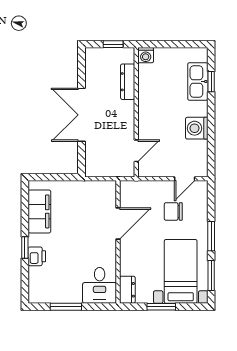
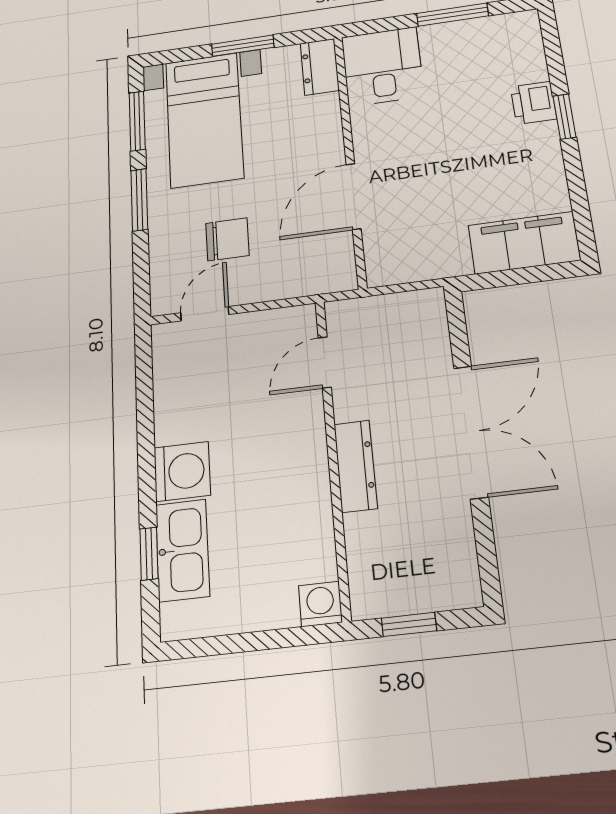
dresser: (128, 82) -> (356, 466), moved
washing machine: (197, 128) -> (182, 471), moved
filing cabinet: (39, 211) -> (524, 243), moved, turned 90

